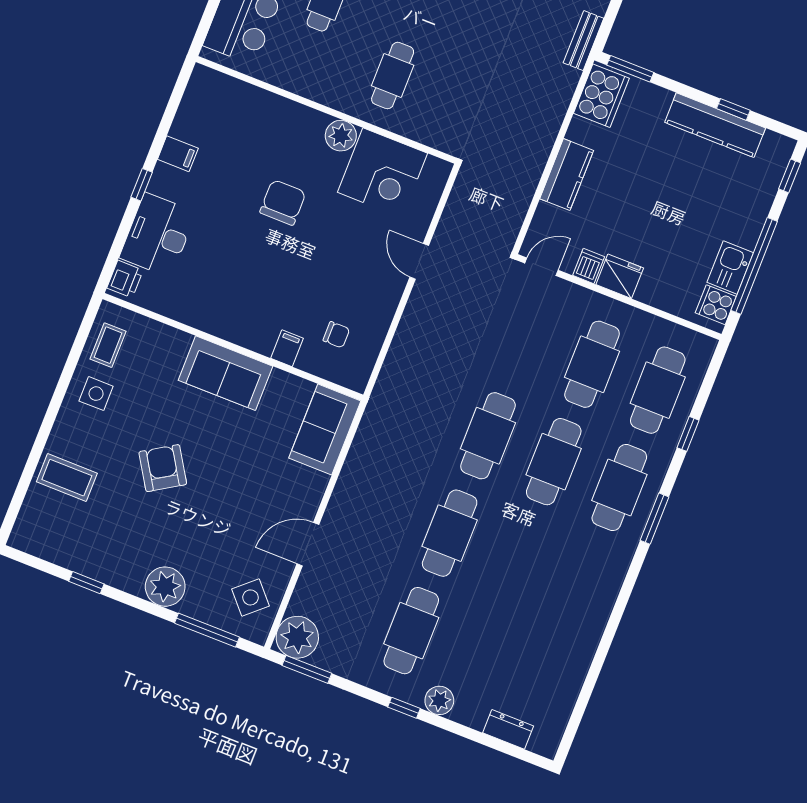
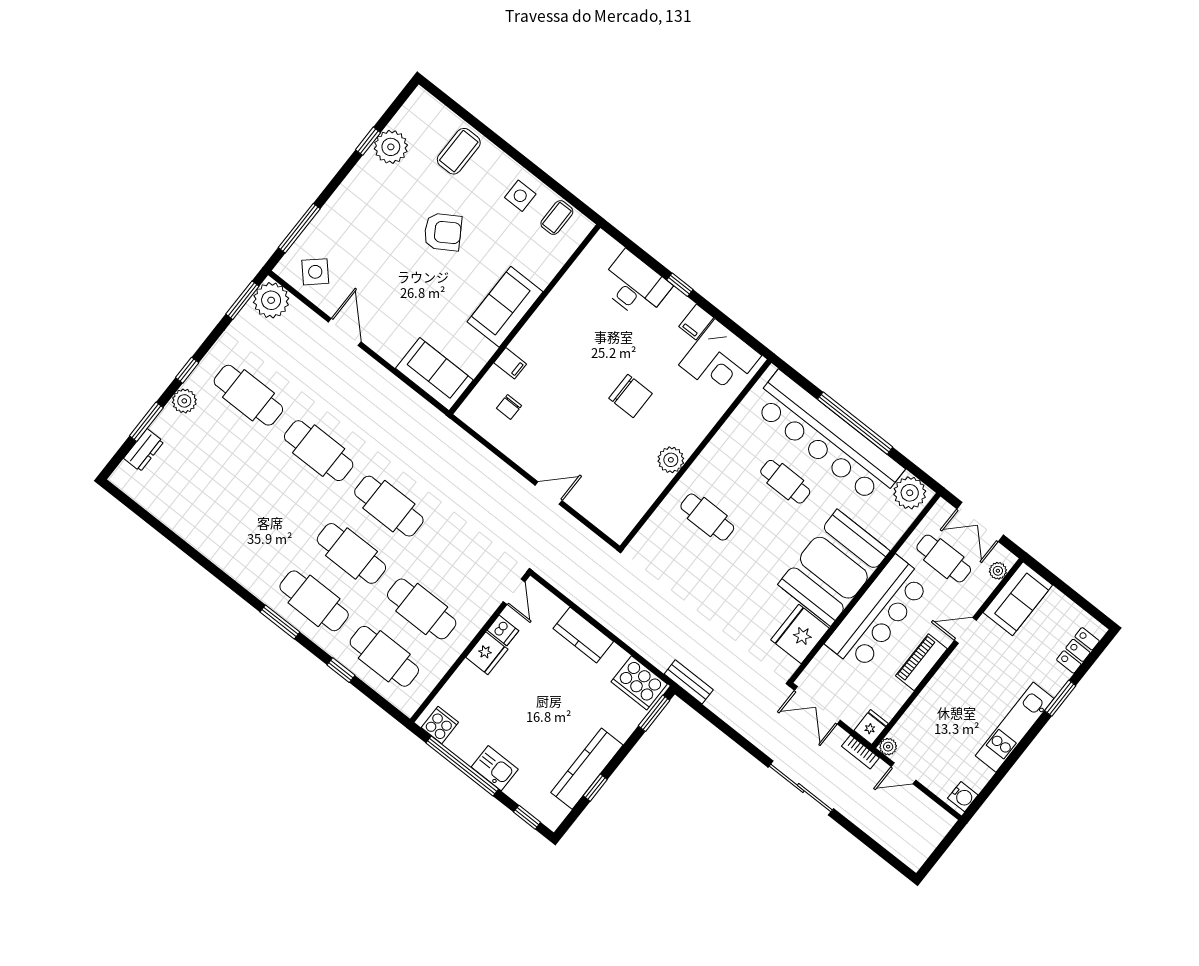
corner desk: (382, 173) -> (720, 360), moved, turned -90
kitchen sink: (730, 268) -> (495, 768), moved
printer: (125, 279) -> (607, 248), removed
coffee table: (108, 345) -> (557, 218), turned 90
plant: (165, 587) -> (391, 147), moved
window: (475, 736) -> (146, 422), added

